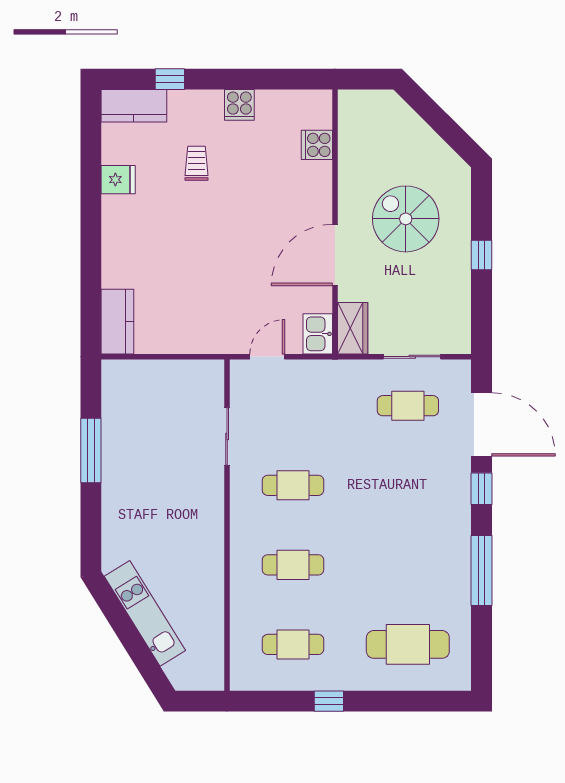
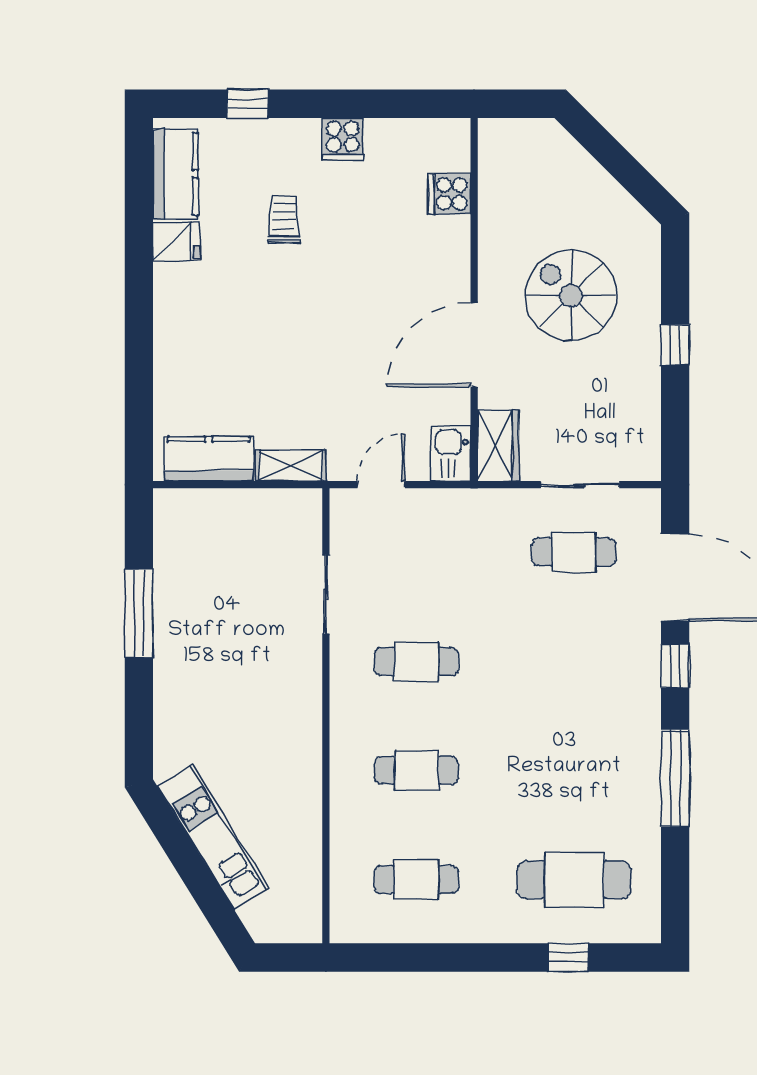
kitchen counter: (134, 106) -> (176, 174), moved, turned -90
kitchen counter: (117, 322) -> (209, 459), moved, turned -90
shelving: (201, 343) -> (291, 466), added
window: (329, 701) -> (568, 957), moved

